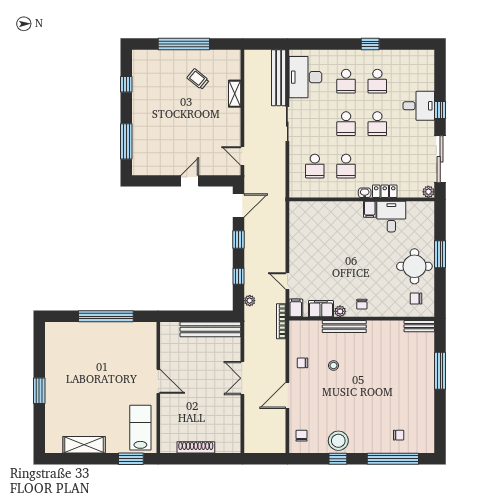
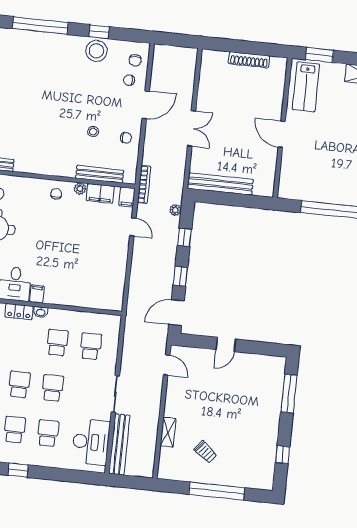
bench: (344, 326) -> (100, 174), moved
chair: (399, 435) -> (129, 80), moved

